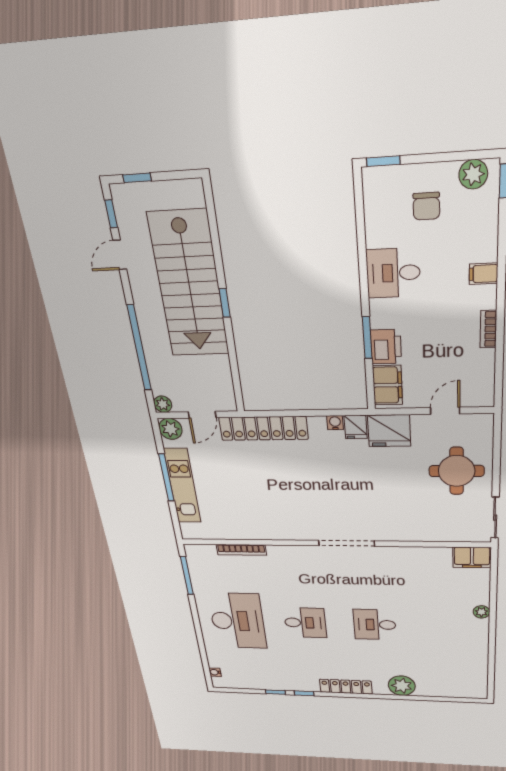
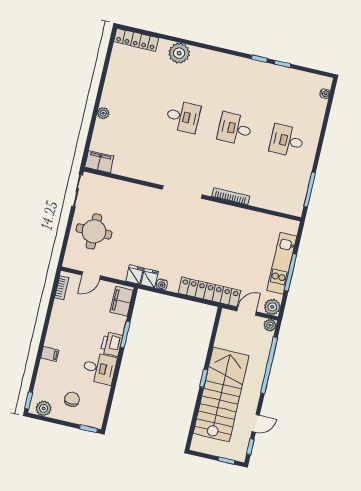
bookcase: (488, 329) -> (62, 288), moved
printer: (386, 347) -> (112, 344), moved
fridge: (389, 431) -> (135, 275), width x0.53, depth x0.75
bookcase: (241, 550) -> (231, 196), moved
desk: (238, 621) -> (287, 141), width x0.53, depth x0.77
locker: (346, 687) -> (136, 40), moved

